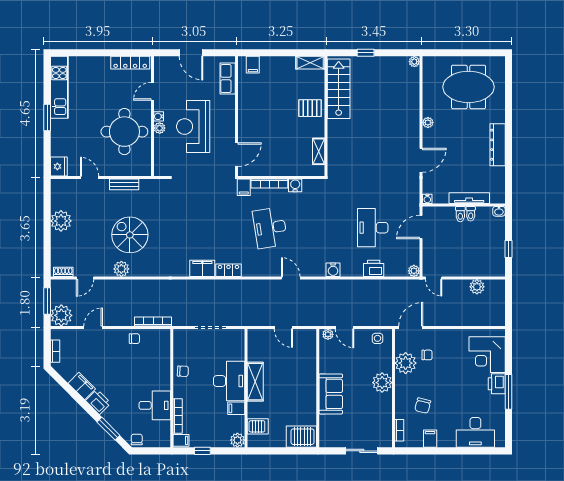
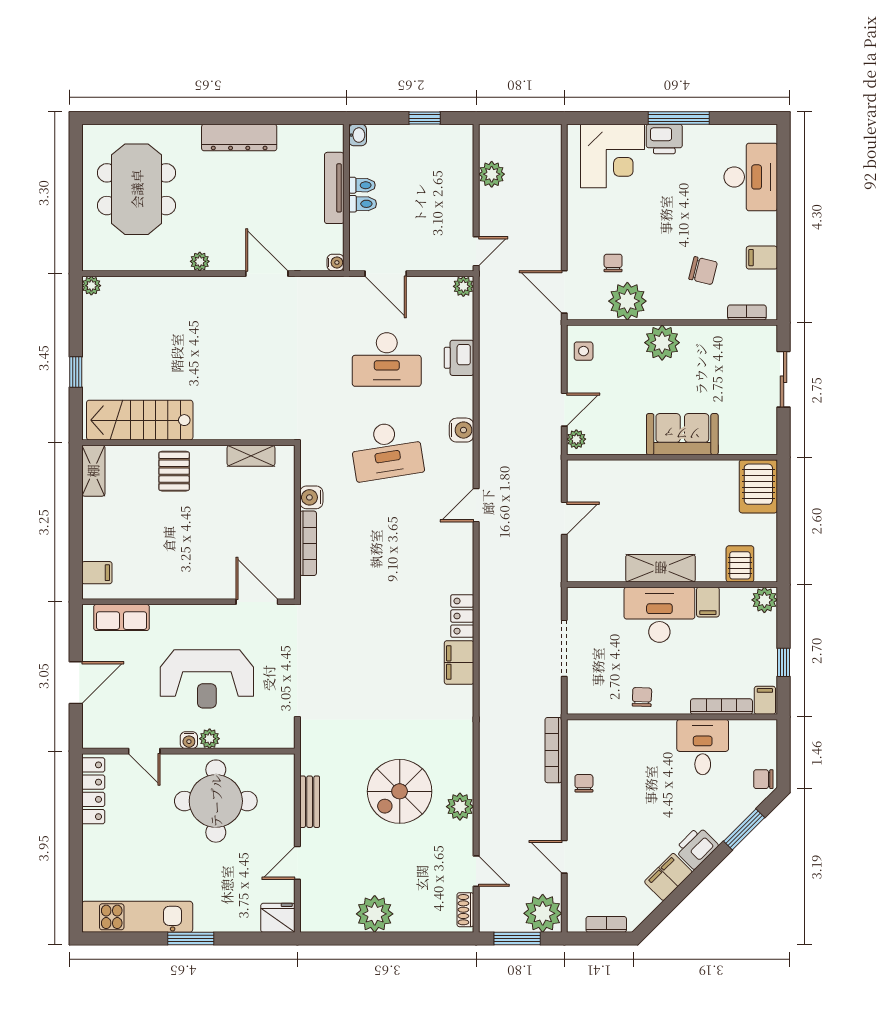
filing cabinet: (244, 187) -> (315, 589), removed
desk: (270, 228) -> (387, 451), moved

